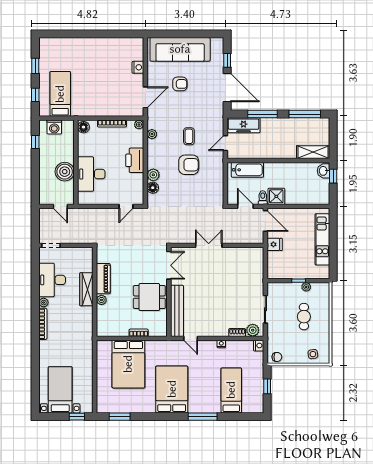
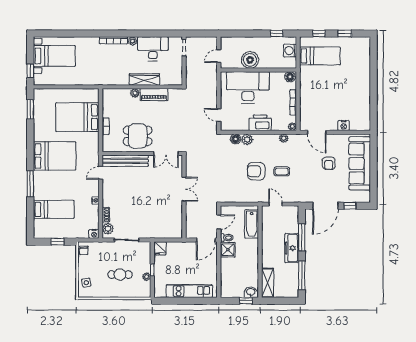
freezer: (244, 125) -> (292, 248), moved
armchair: (189, 165) -> (256, 171), turned 90
desk: (91, 174) -> (248, 87), width x1.36, depth x1.30
fridge: (275, 244) -> (160, 248), moved
dining table: (149, 297) -> (138, 136), turned 90

